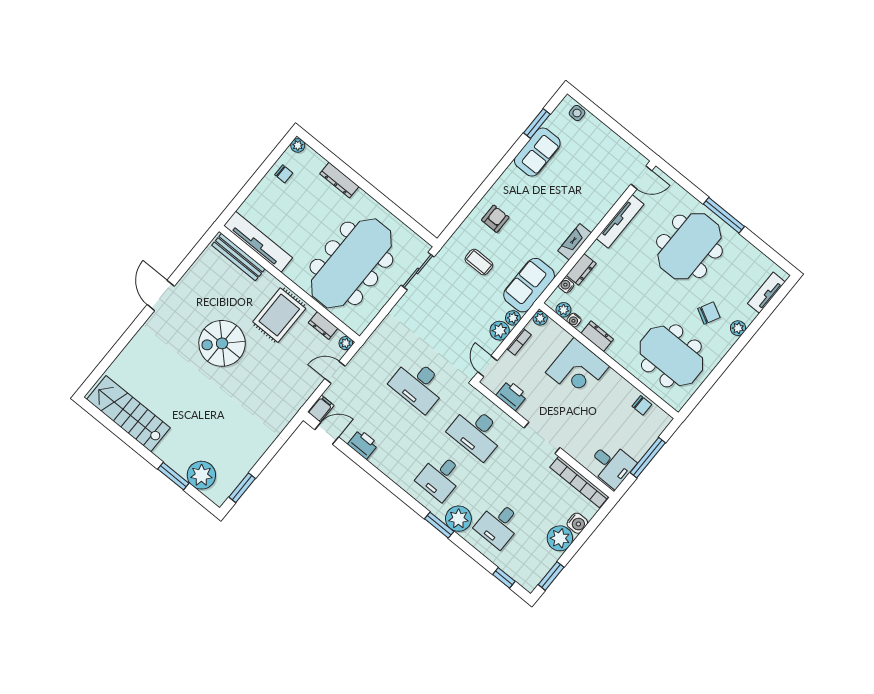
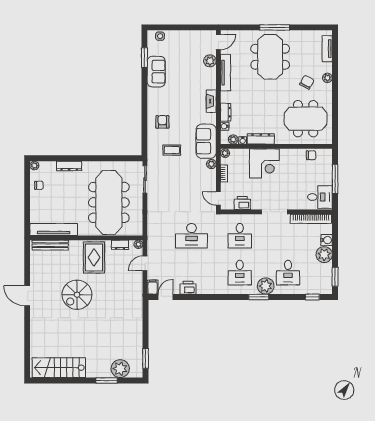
plant: (500, 331) -> (210, 61), moved
dresser: (597, 336) -> (261, 139), width x1.44
desk: (477, 432) -> (240, 236), width x0.73

